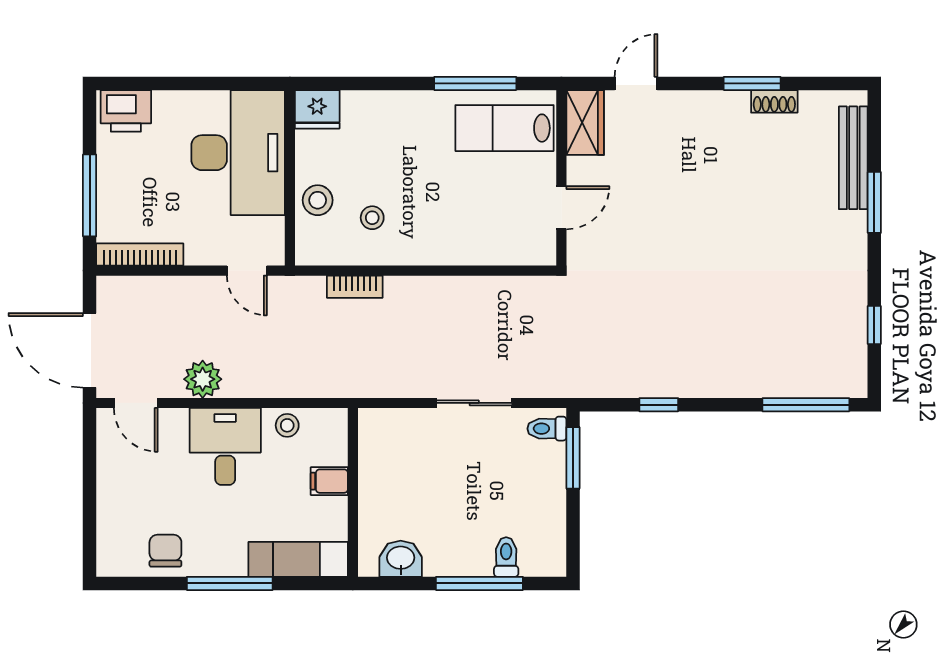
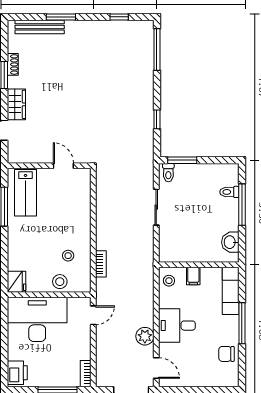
wardrobe: (585, 123) -> (16, 104), moved, turned 90
bookcase: (140, 254) -> (86, 374), width x0.64
door: (136, 403) -> (156, 368), hinge flipped
stool: (287, 425) -> (169, 281), moved

